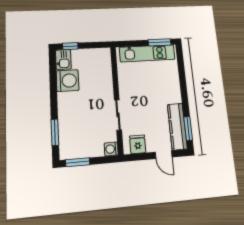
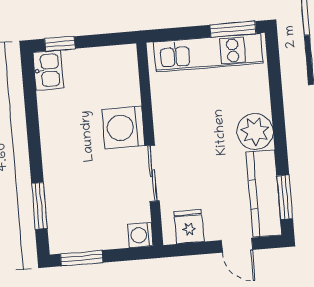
washing machine: (68, 81) -> (123, 128), moved, turned 180
plant: (172, 94) -> (255, 131), added

